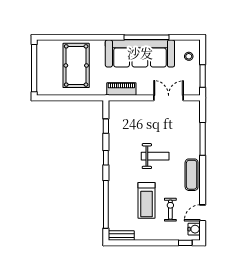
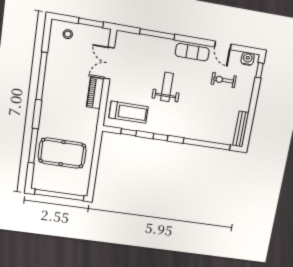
window: (79, 37) -> (33, 146), added
sofa: (140, 53) -> (58, 86), removed
piano: (121, 89) -> (95, 93), moved
treadmill: (147, 200) -> (129, 112), moved
door: (203, 213) -> (223, 45), moved
bench: (121, 235) -> (241, 129), width x1.36

